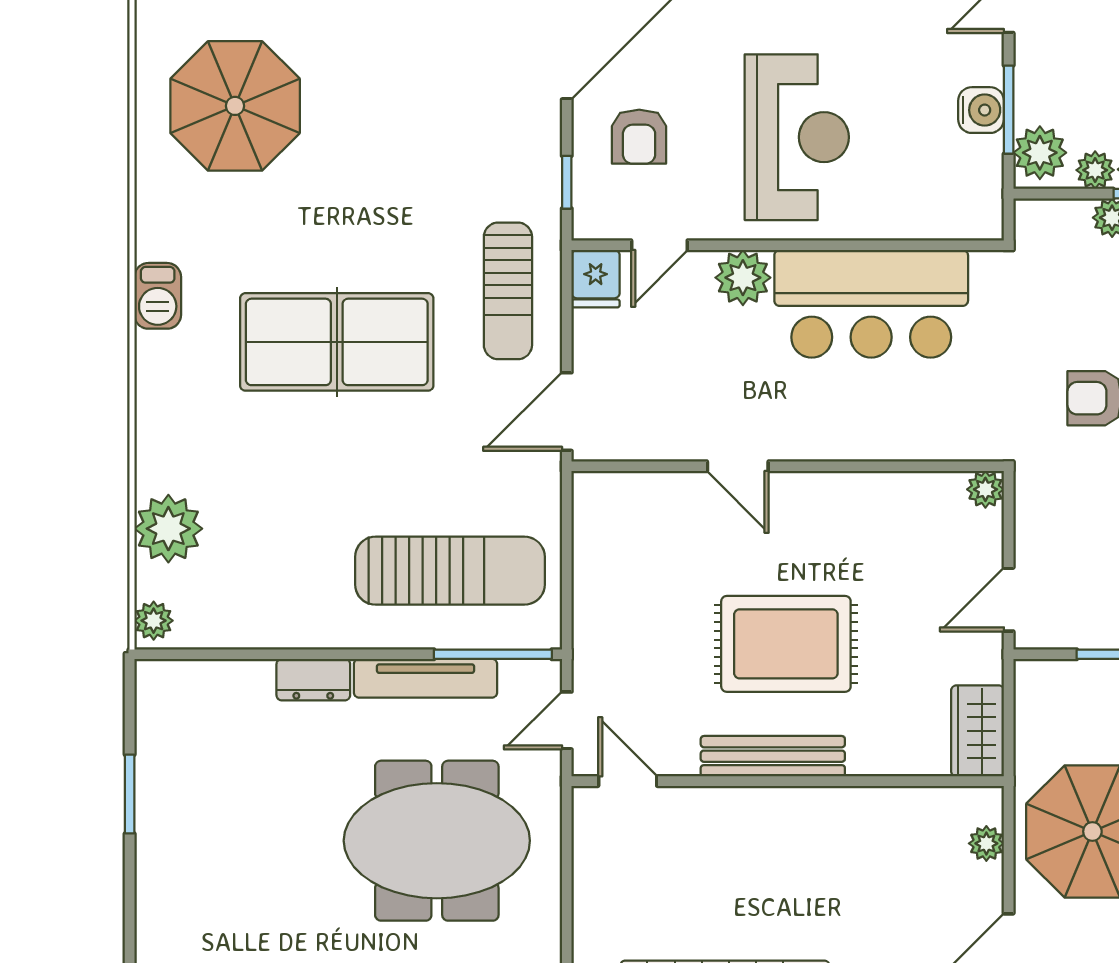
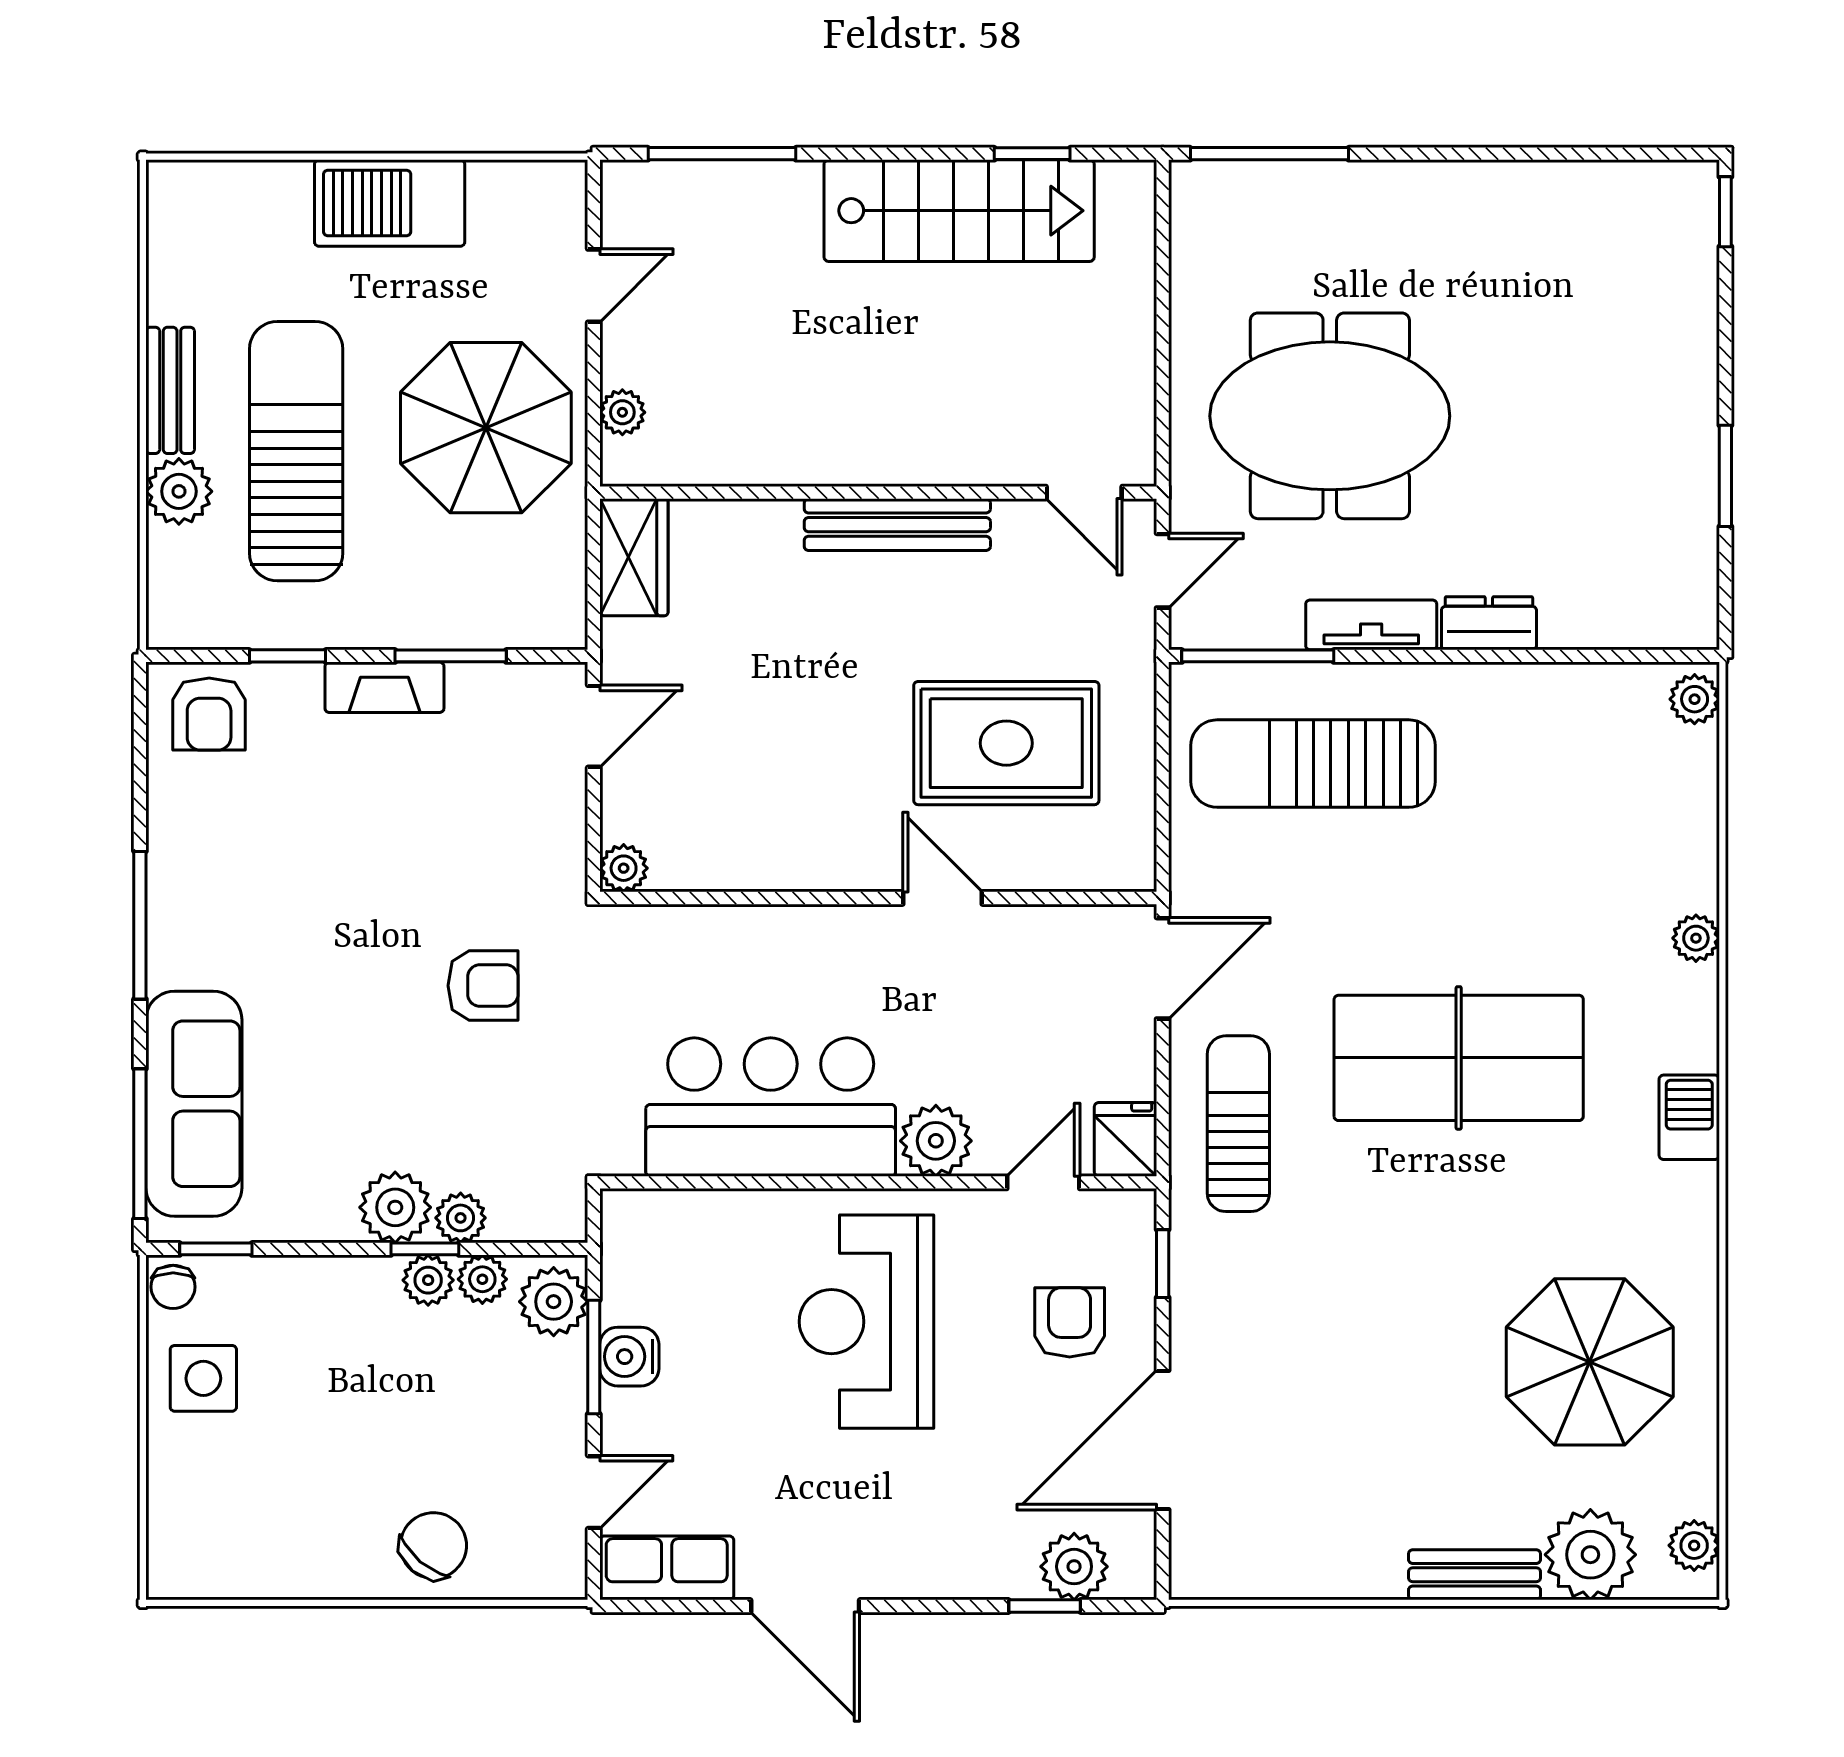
plant: (168, 529) -> (1696, 938), moved, width x0.53, depth x0.53
rug: (786, 644) -> (1006, 743), moved
tv unit: (426, 678) -> (1371, 625), width x0.71

